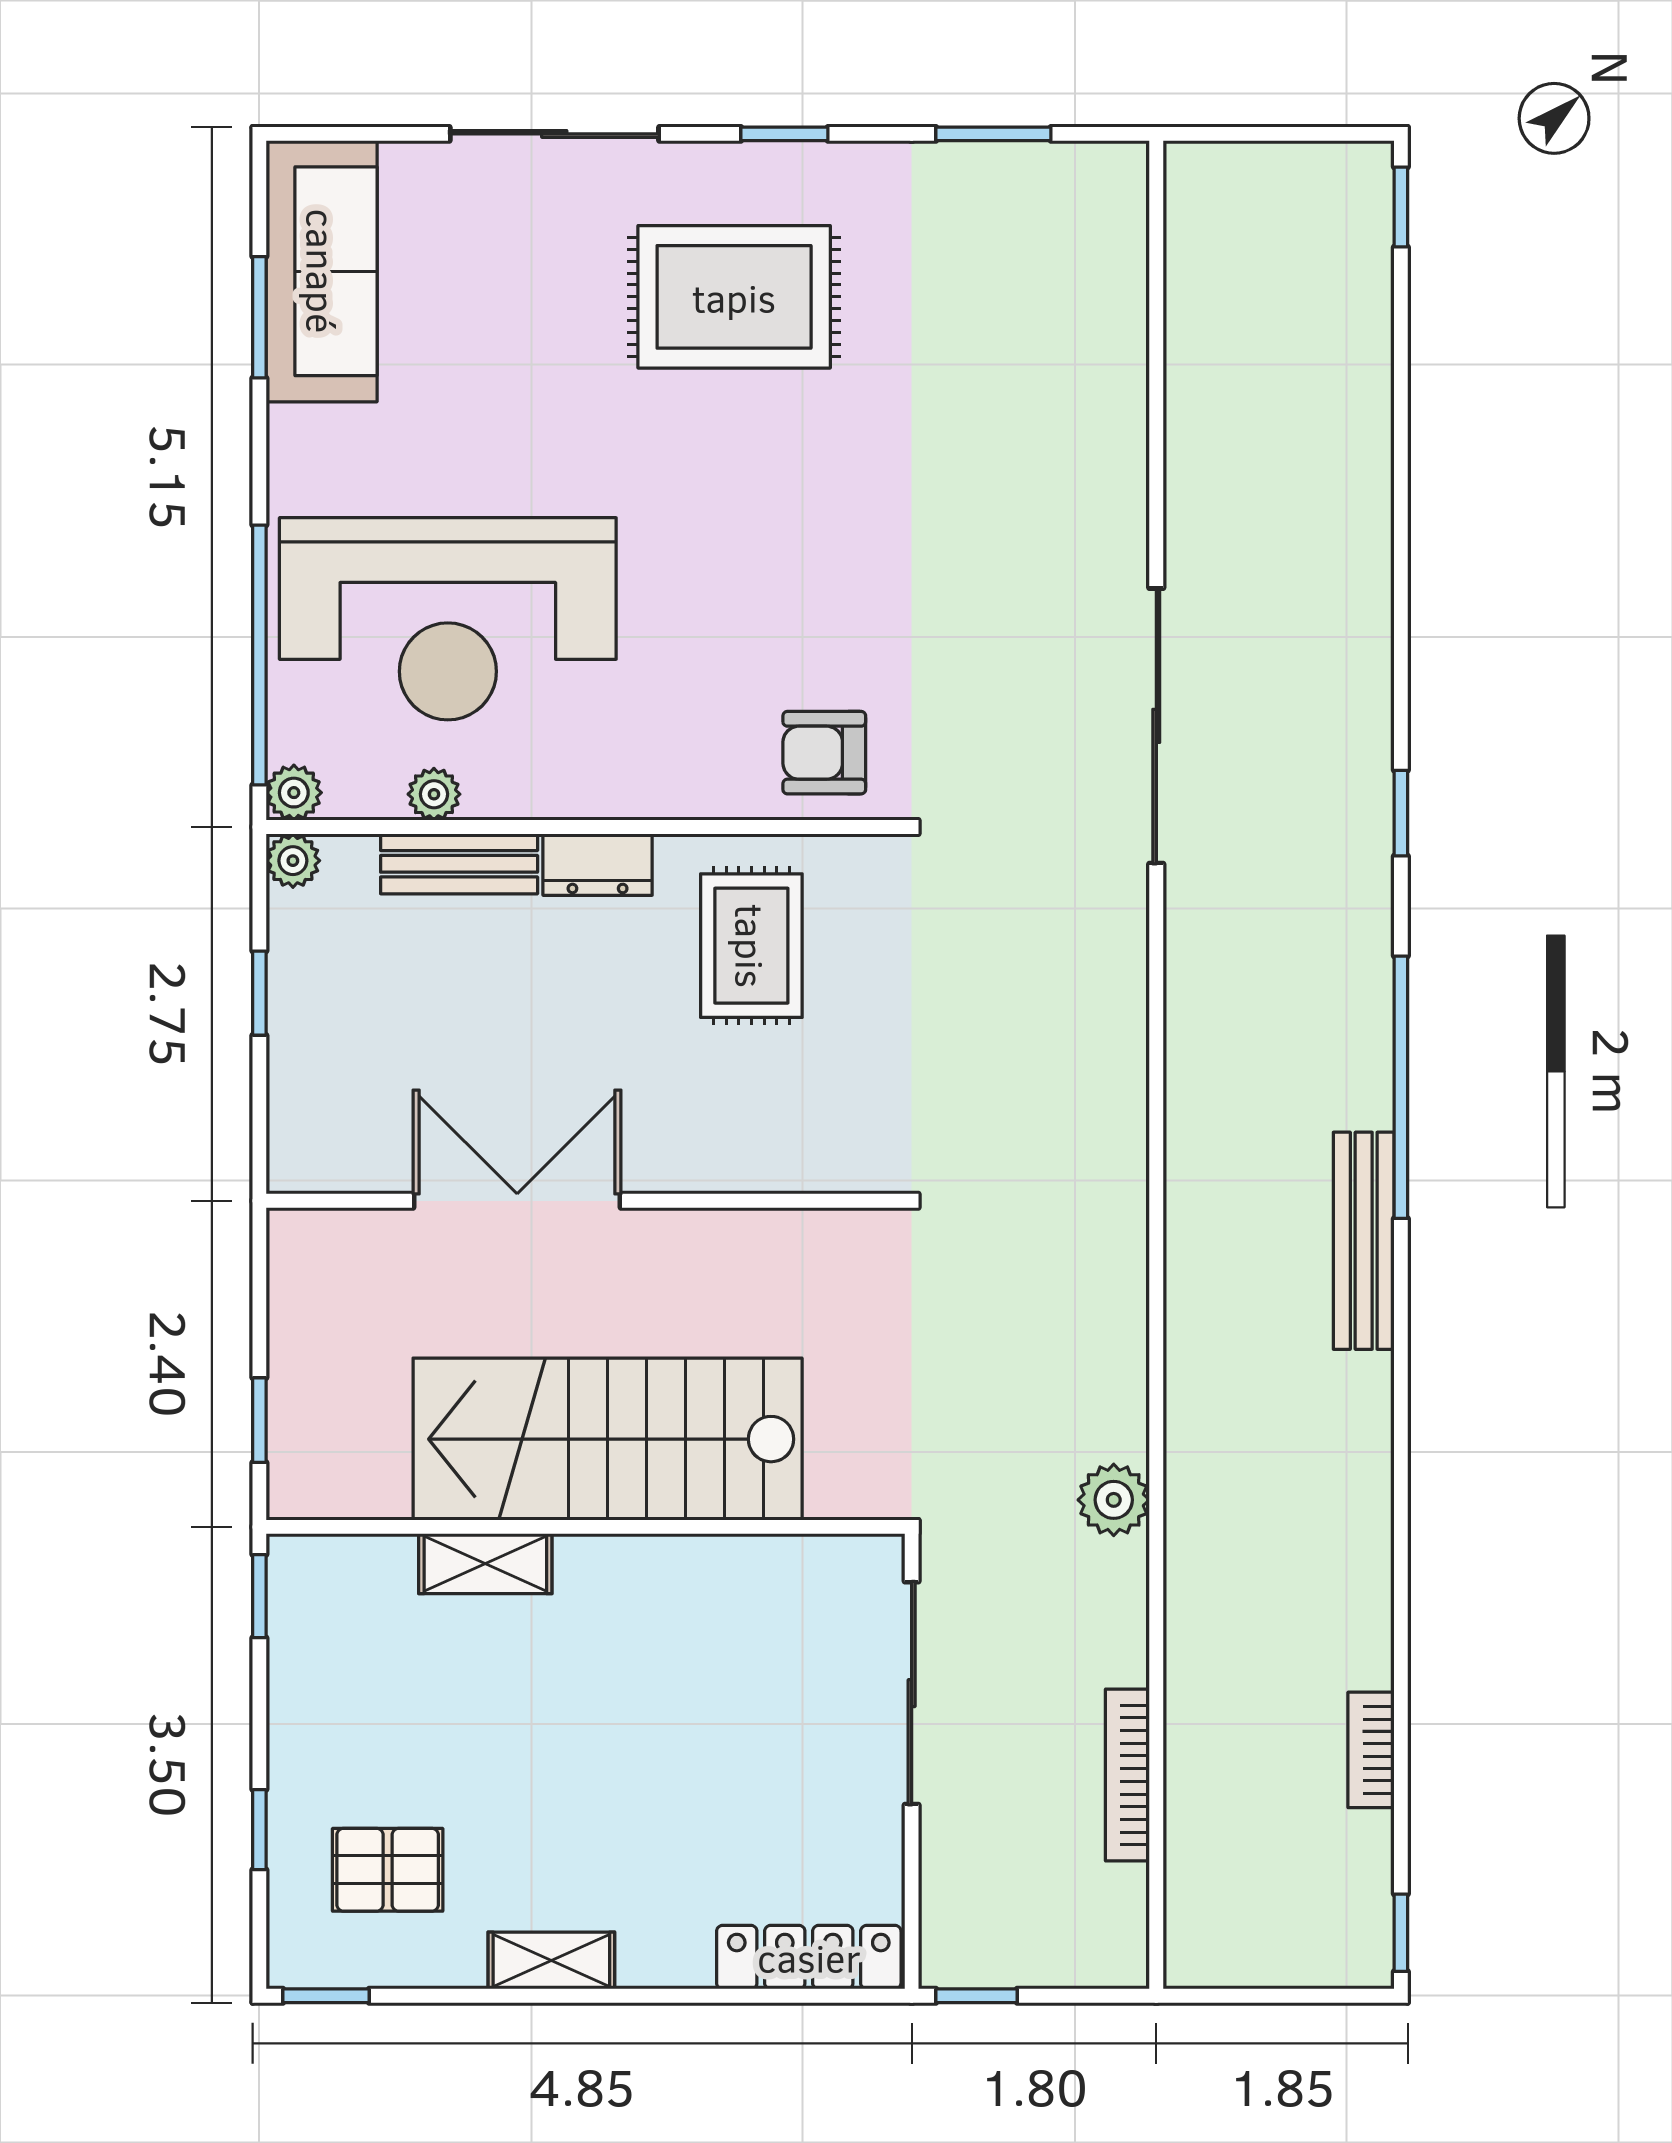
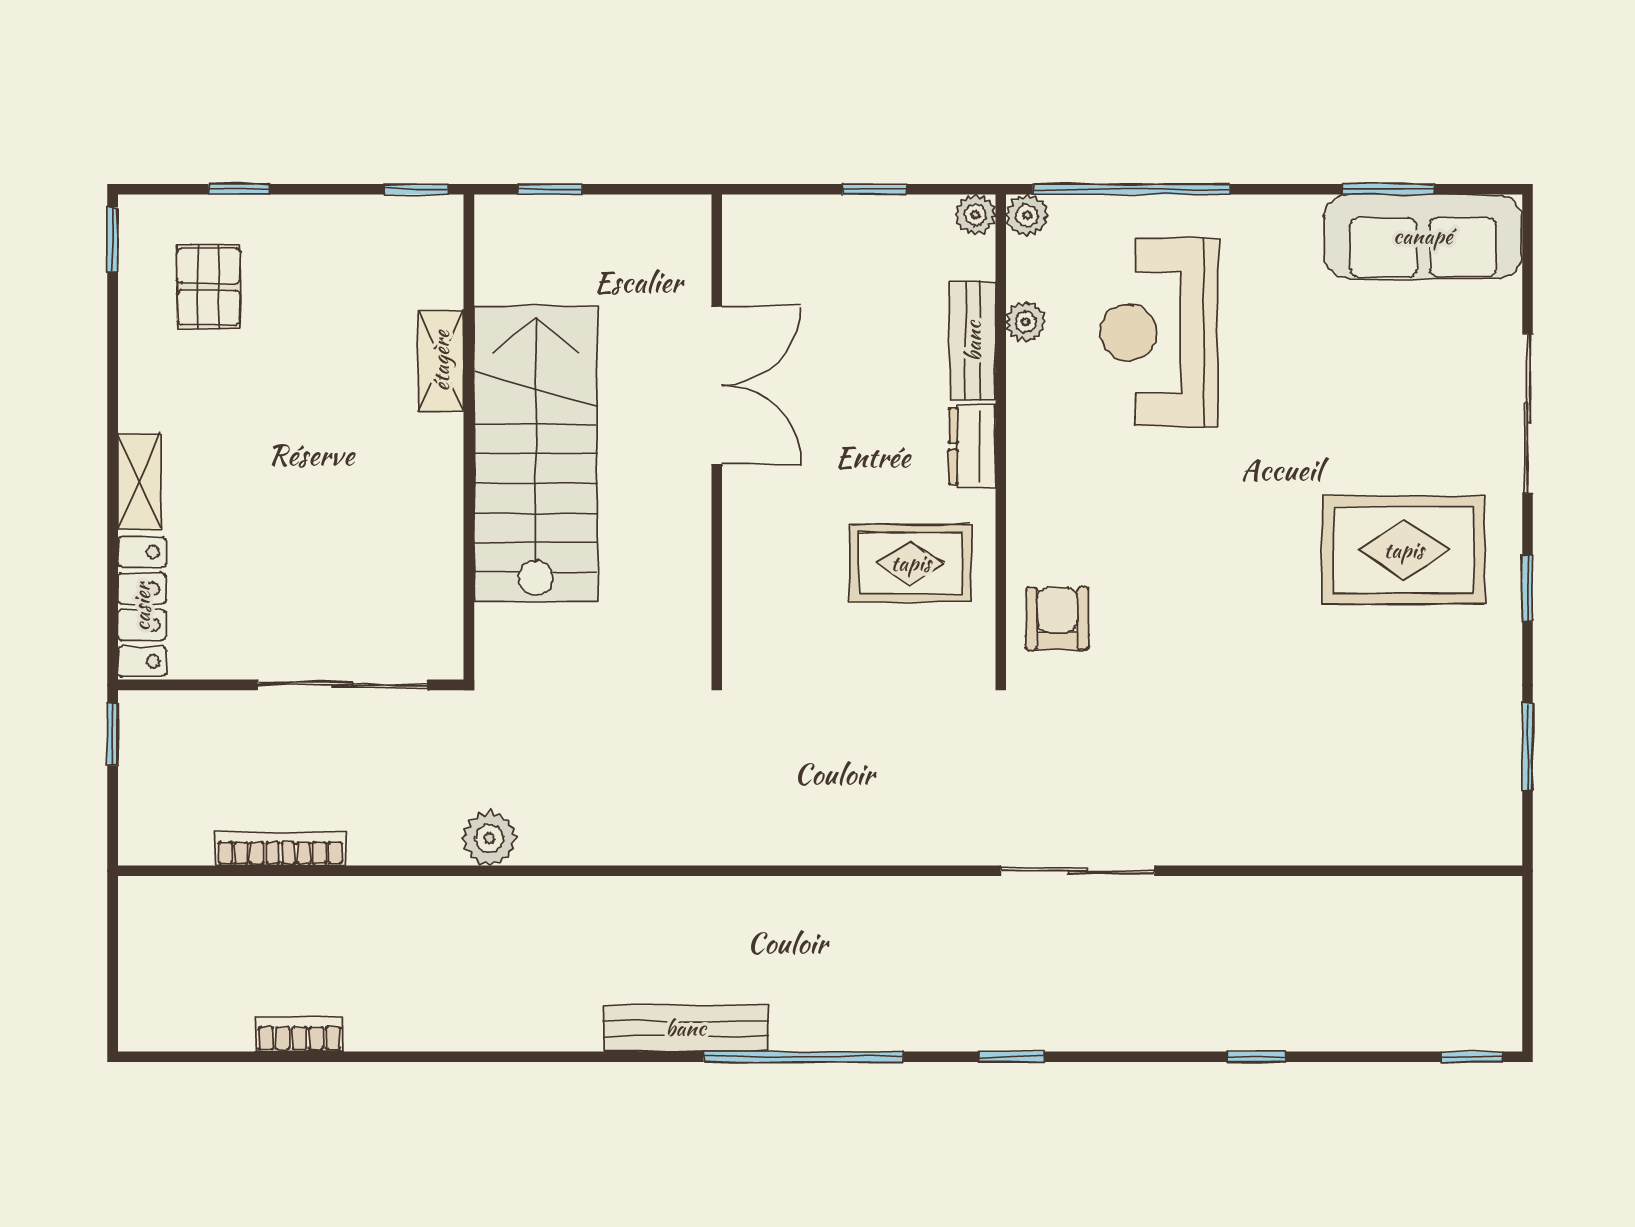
rug: (734, 297) -> (1404, 550), turned 90
reception desk: (448, 619) -> (1159, 332), width x0.74, depth x0.77
sliding door: (1156, 726) -> (1078, 871), width x0.73
window: (1401, 1933) -> (1256, 1057), moved
shelving: (551, 1961) -> (139, 482), moved

